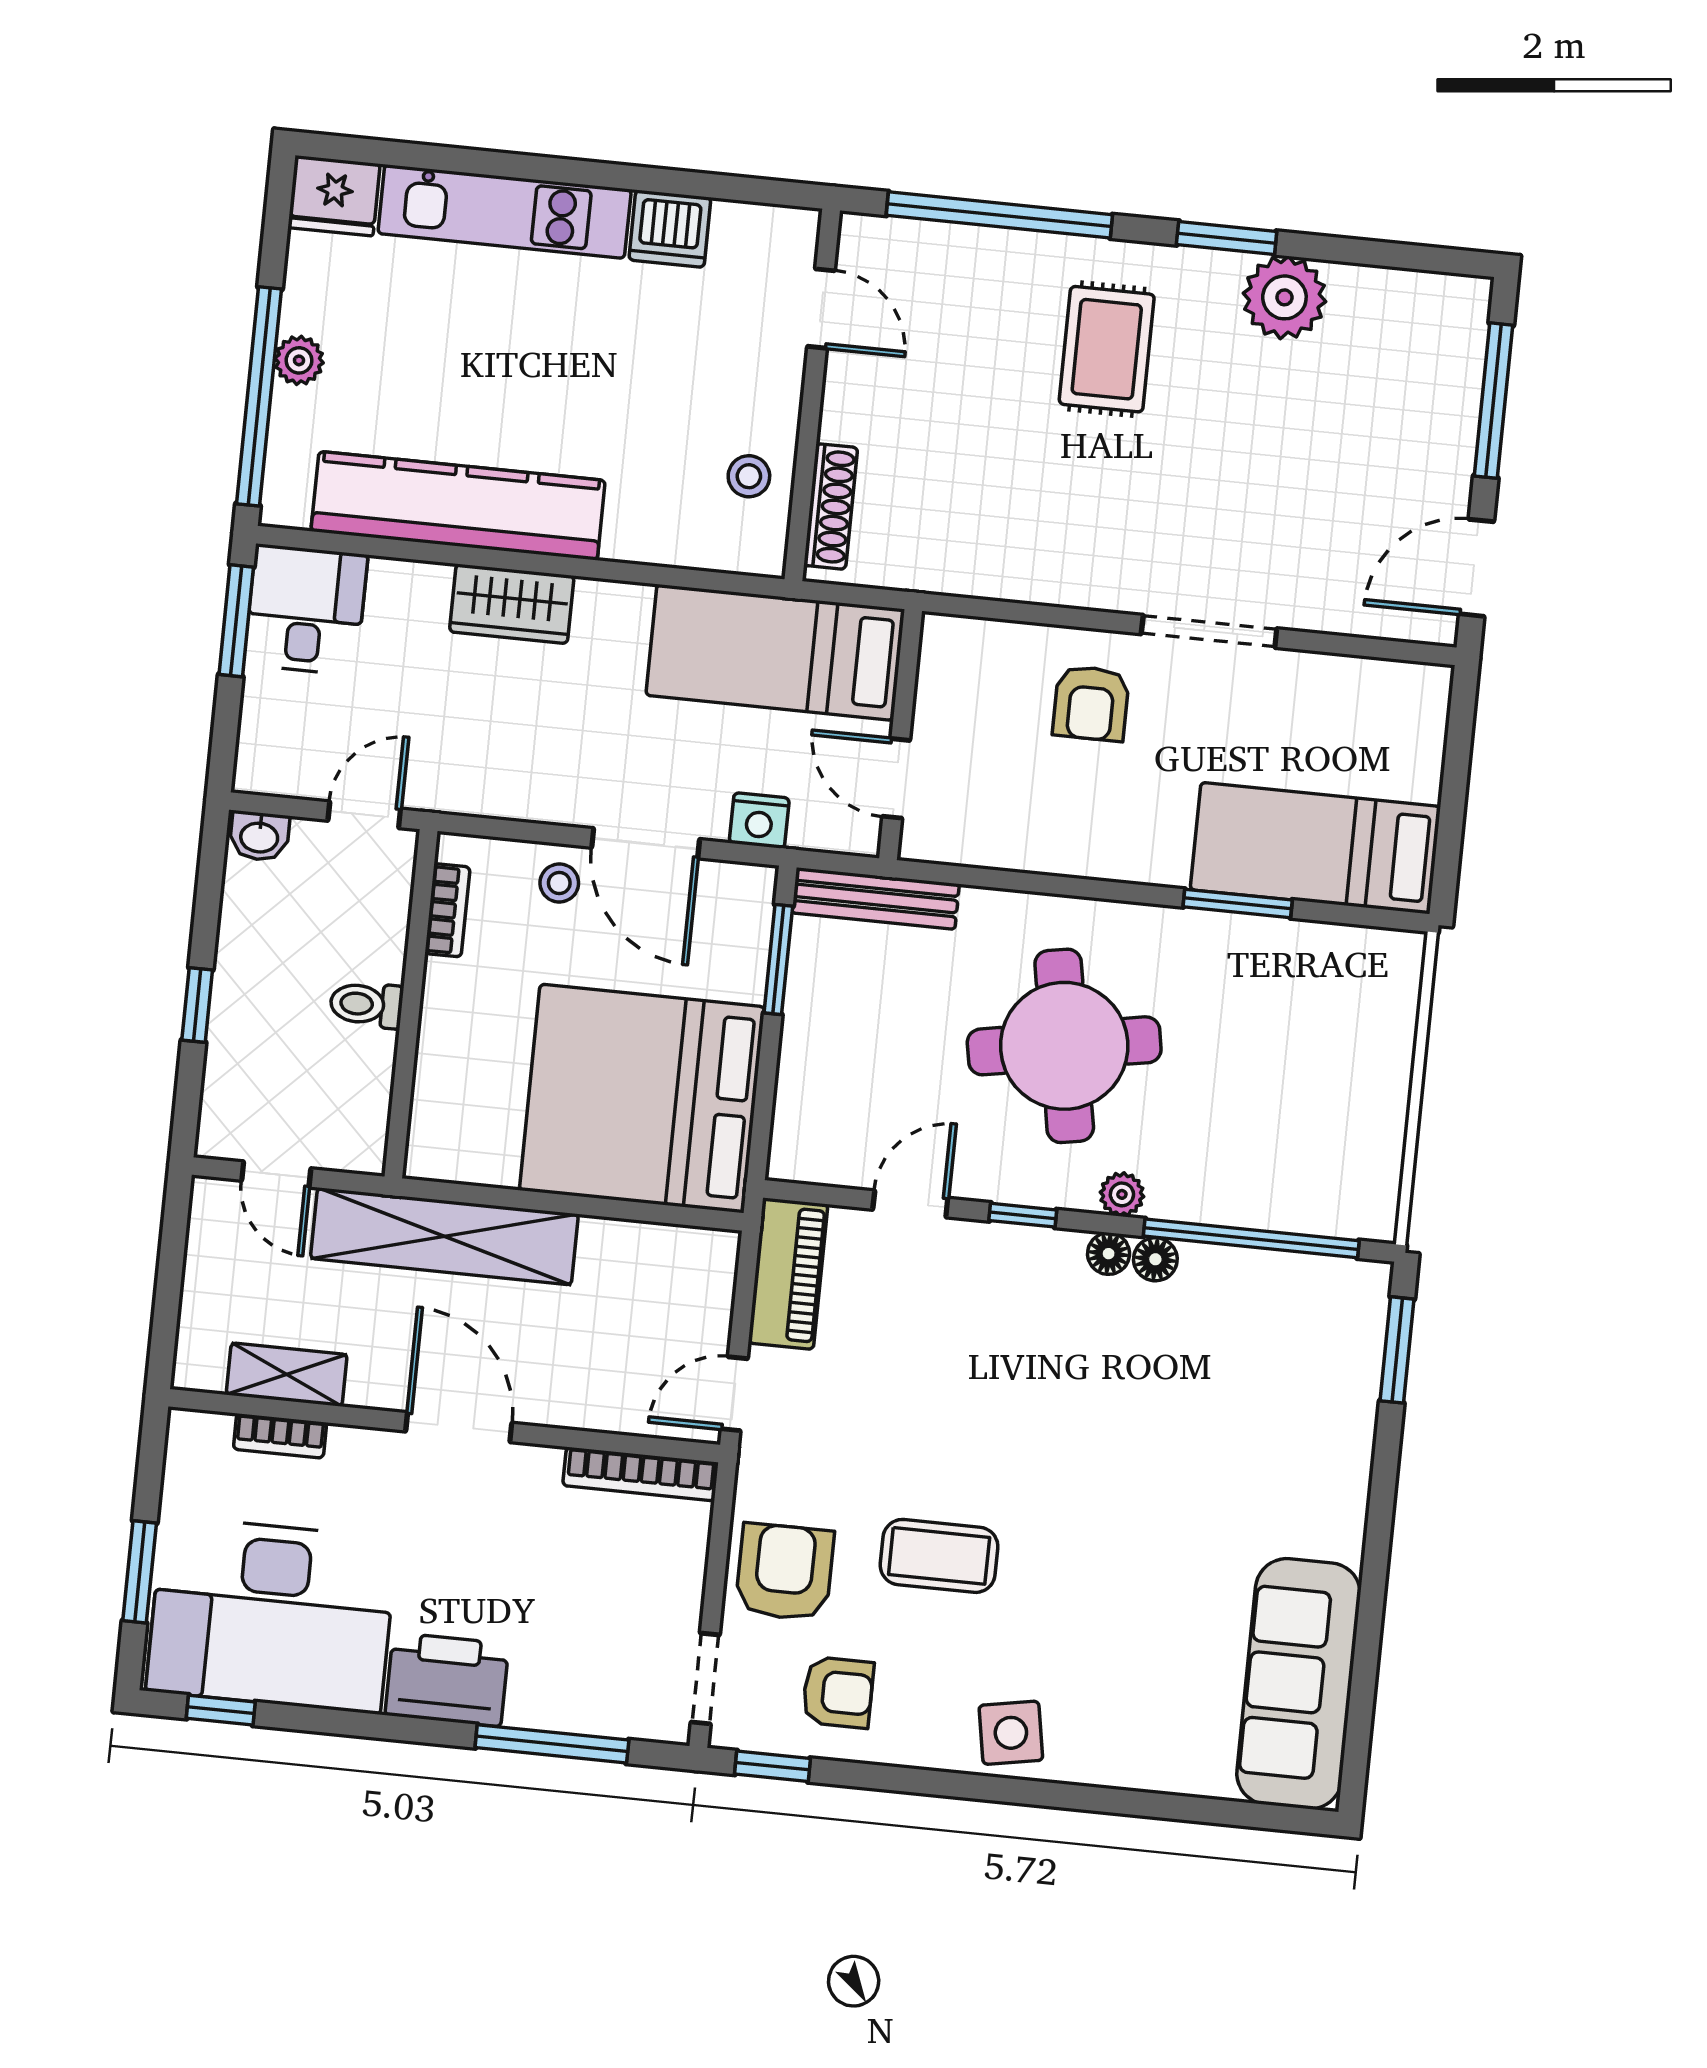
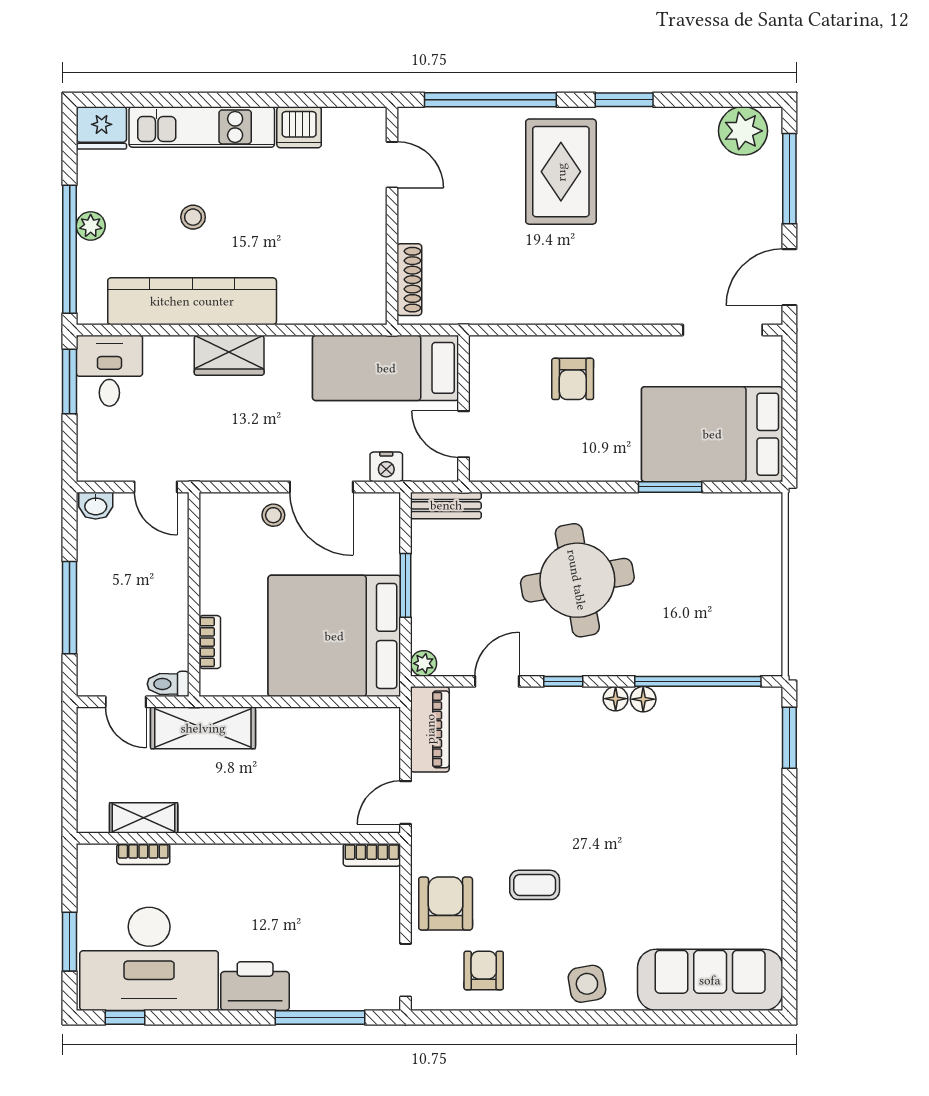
plant: (1284, 297) -> (743, 131), moved
rug: (1107, 349) -> (561, 172), width x1.36, depth x1.43
stool: (749, 476) -> (193, 217), moved
doorway: (1209, 631) -> (723, 330), moved
door: (364, 815) -> (156, 487), swing flipped
bed: (1315, 848) -> (712, 434), width x1.50
bench: (876, 898) -> (446, 505), width x0.73
bookcase: (447, 910) -> (210, 642), moved
window: (778, 960) -> (406, 585), moved
window: (197, 1005) -> (70, 608), width x2.17
toilet: (366, 1005) -> (168, 684), moved
plant: (1122, 1194) -> (424, 663), moved
shelving: (444, 1236) -> (203, 728), width x0.68
door: (459, 1427) -> (247, 838), removed
bookcase: (641, 1474) -> (372, 855), width x0.64
coffee table: (939, 1556) -> (535, 885), width x0.73, depth x0.77
sofa: (1299, 1684) -> (710, 980), moved, turned 90
armchair: (838, 1692) -> (484, 970), turned -90
window: (772, 1766) -> (450, 1017), removed

